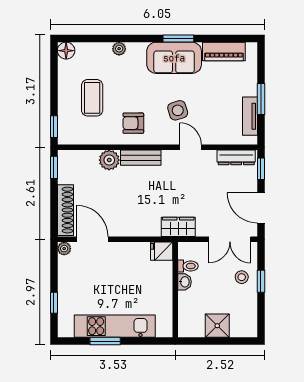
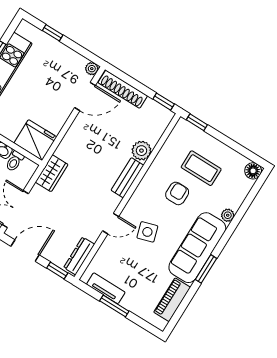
sofa: (174, 58) -> (197, 248), width x1.36
armchair: (133, 123) -> (177, 193), moved
fridge: (162, 251) -> (35, 140), width x1.88, depth x1.34

